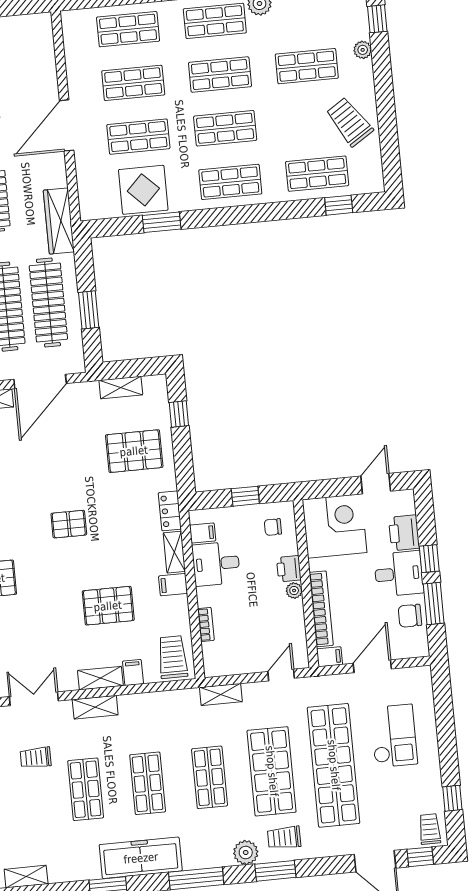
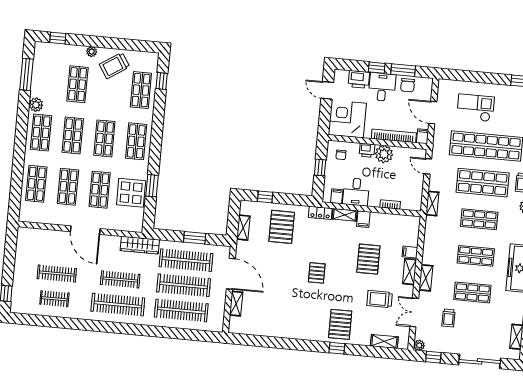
plant: (363, 50) -> (92, 52), moved
plant: (294, 591) -> (384, 154), width x1.88, depth x1.88
trolley: (173, 657) -> (380, 299), moved

